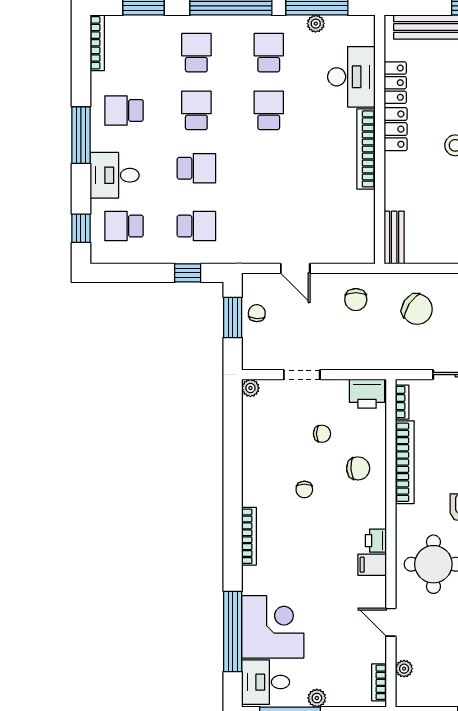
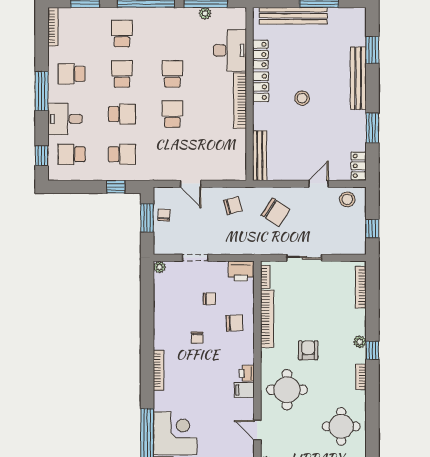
school desk: (269, 53) -> (172, 114), moved
bench: (394, 237) -> (260, 156), width x1.36
chair: (356, 300) -> (233, 205), turned -105

